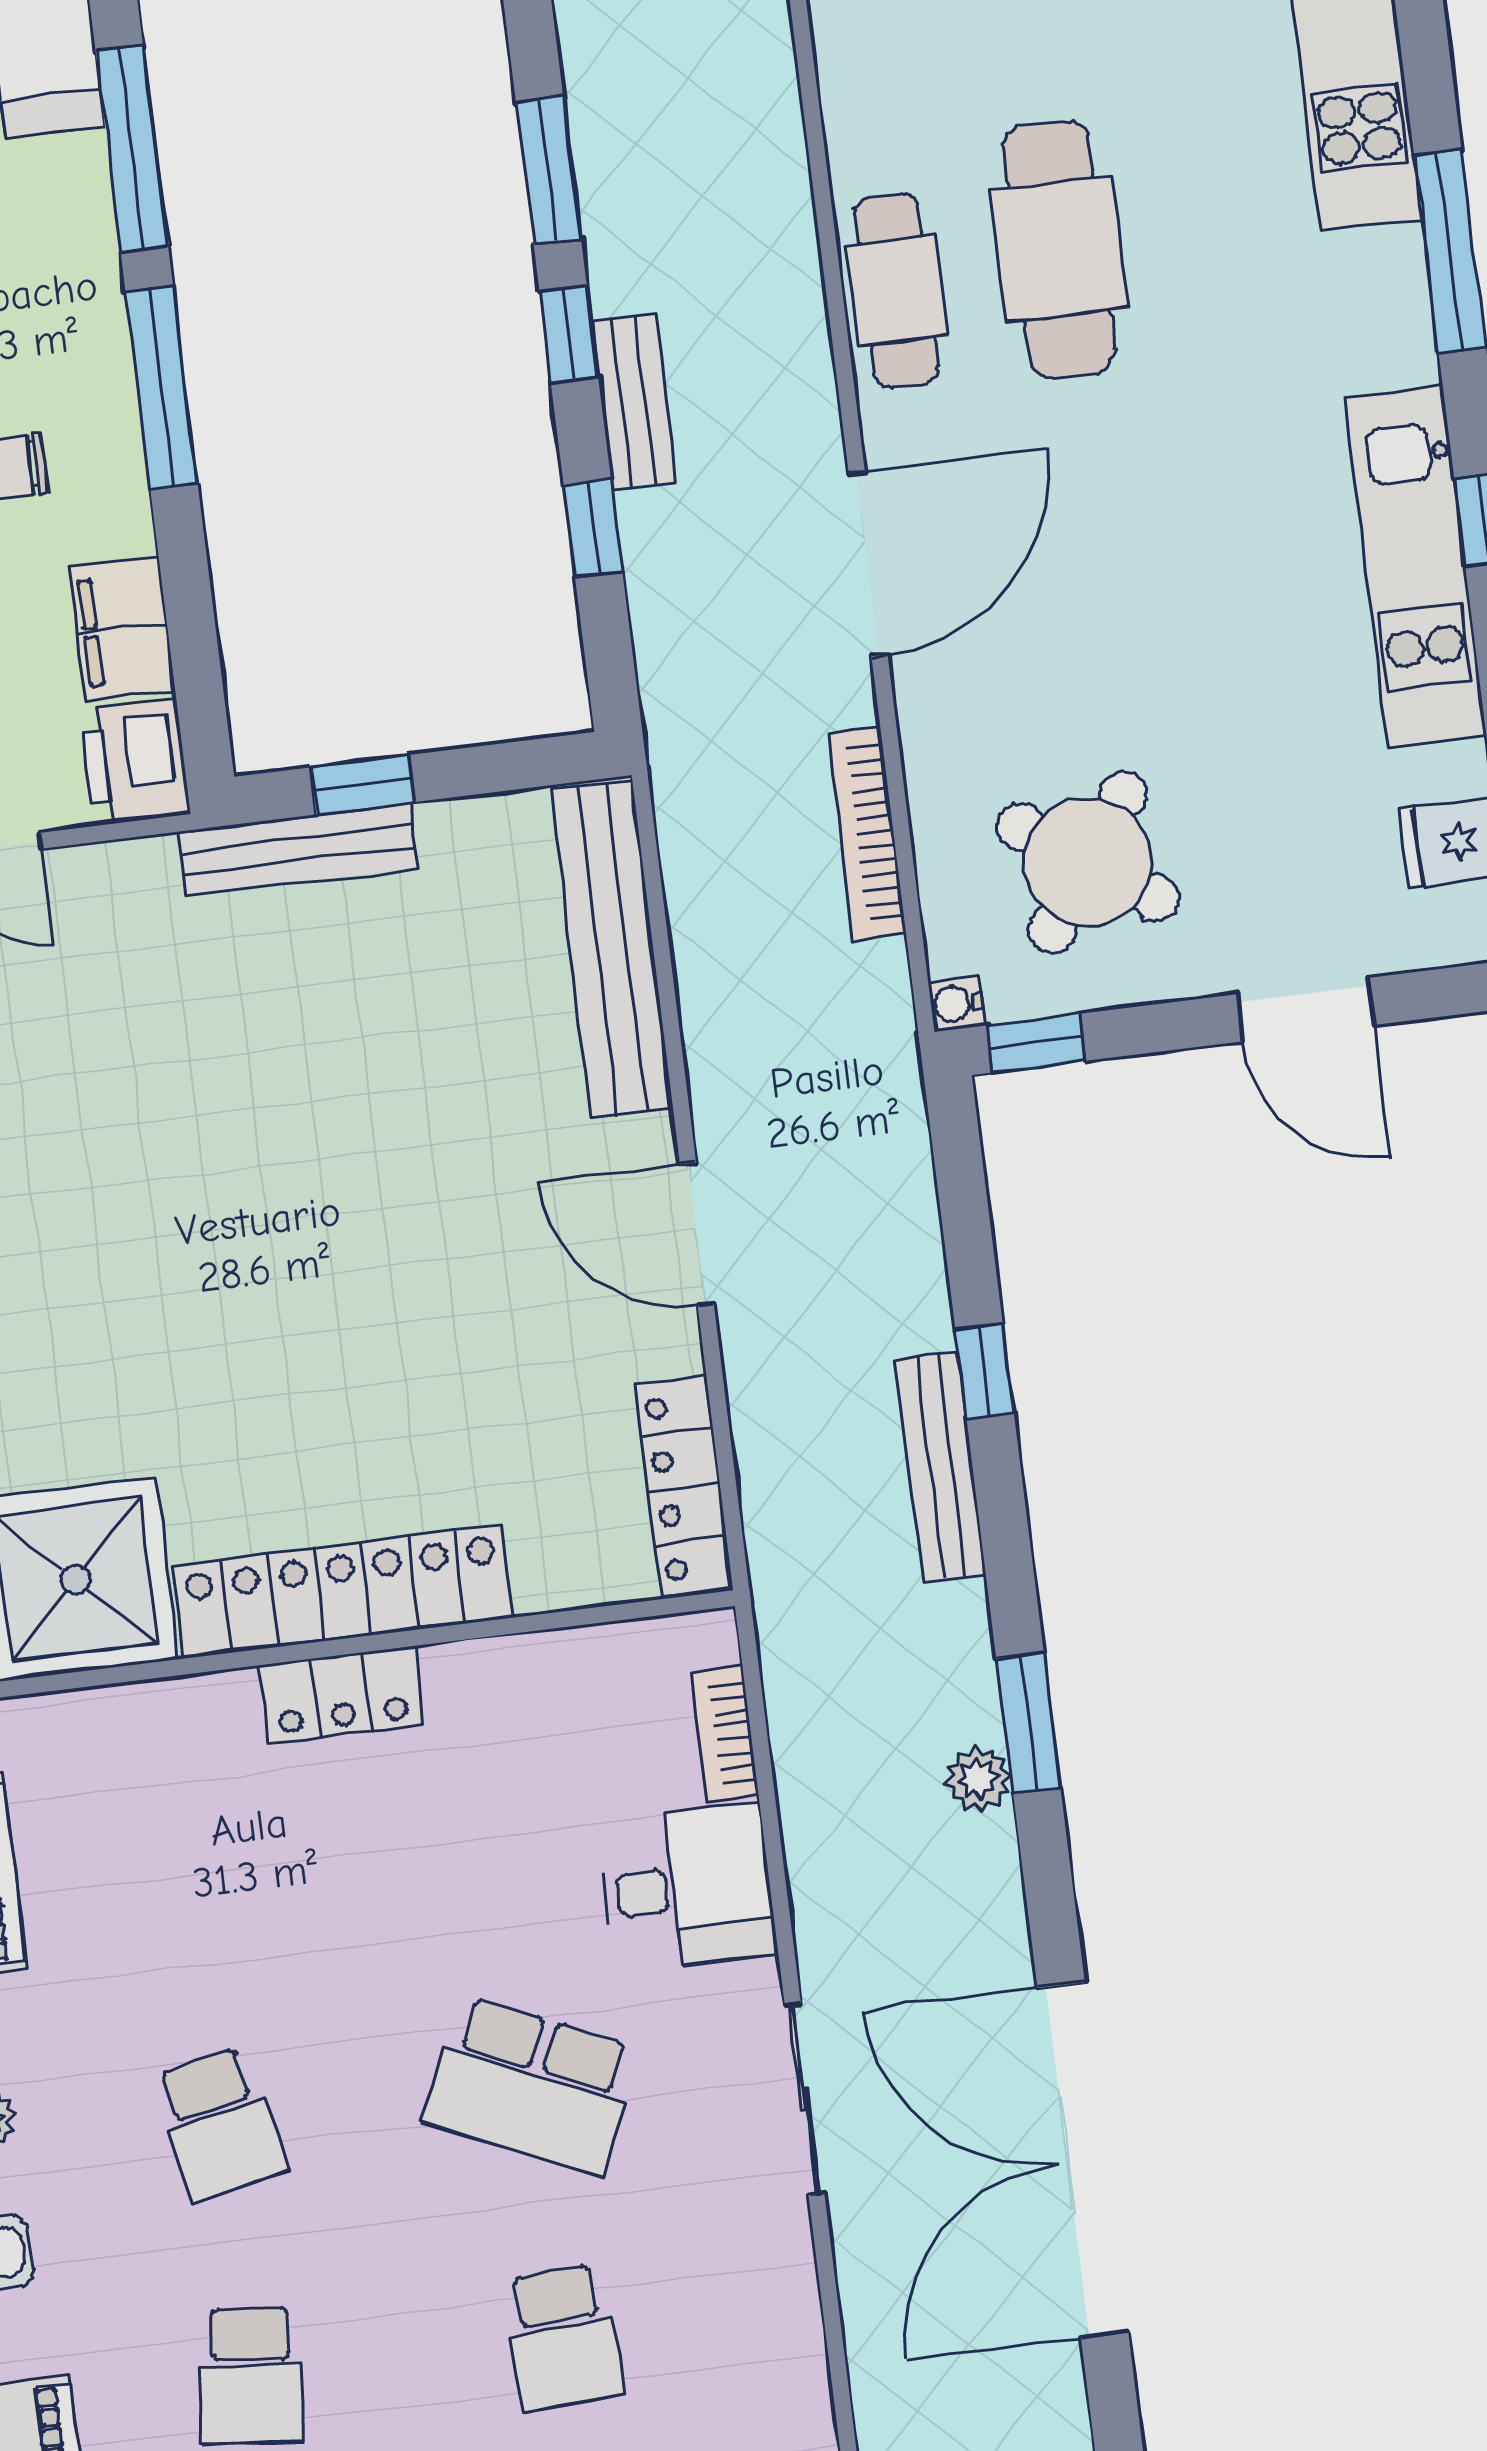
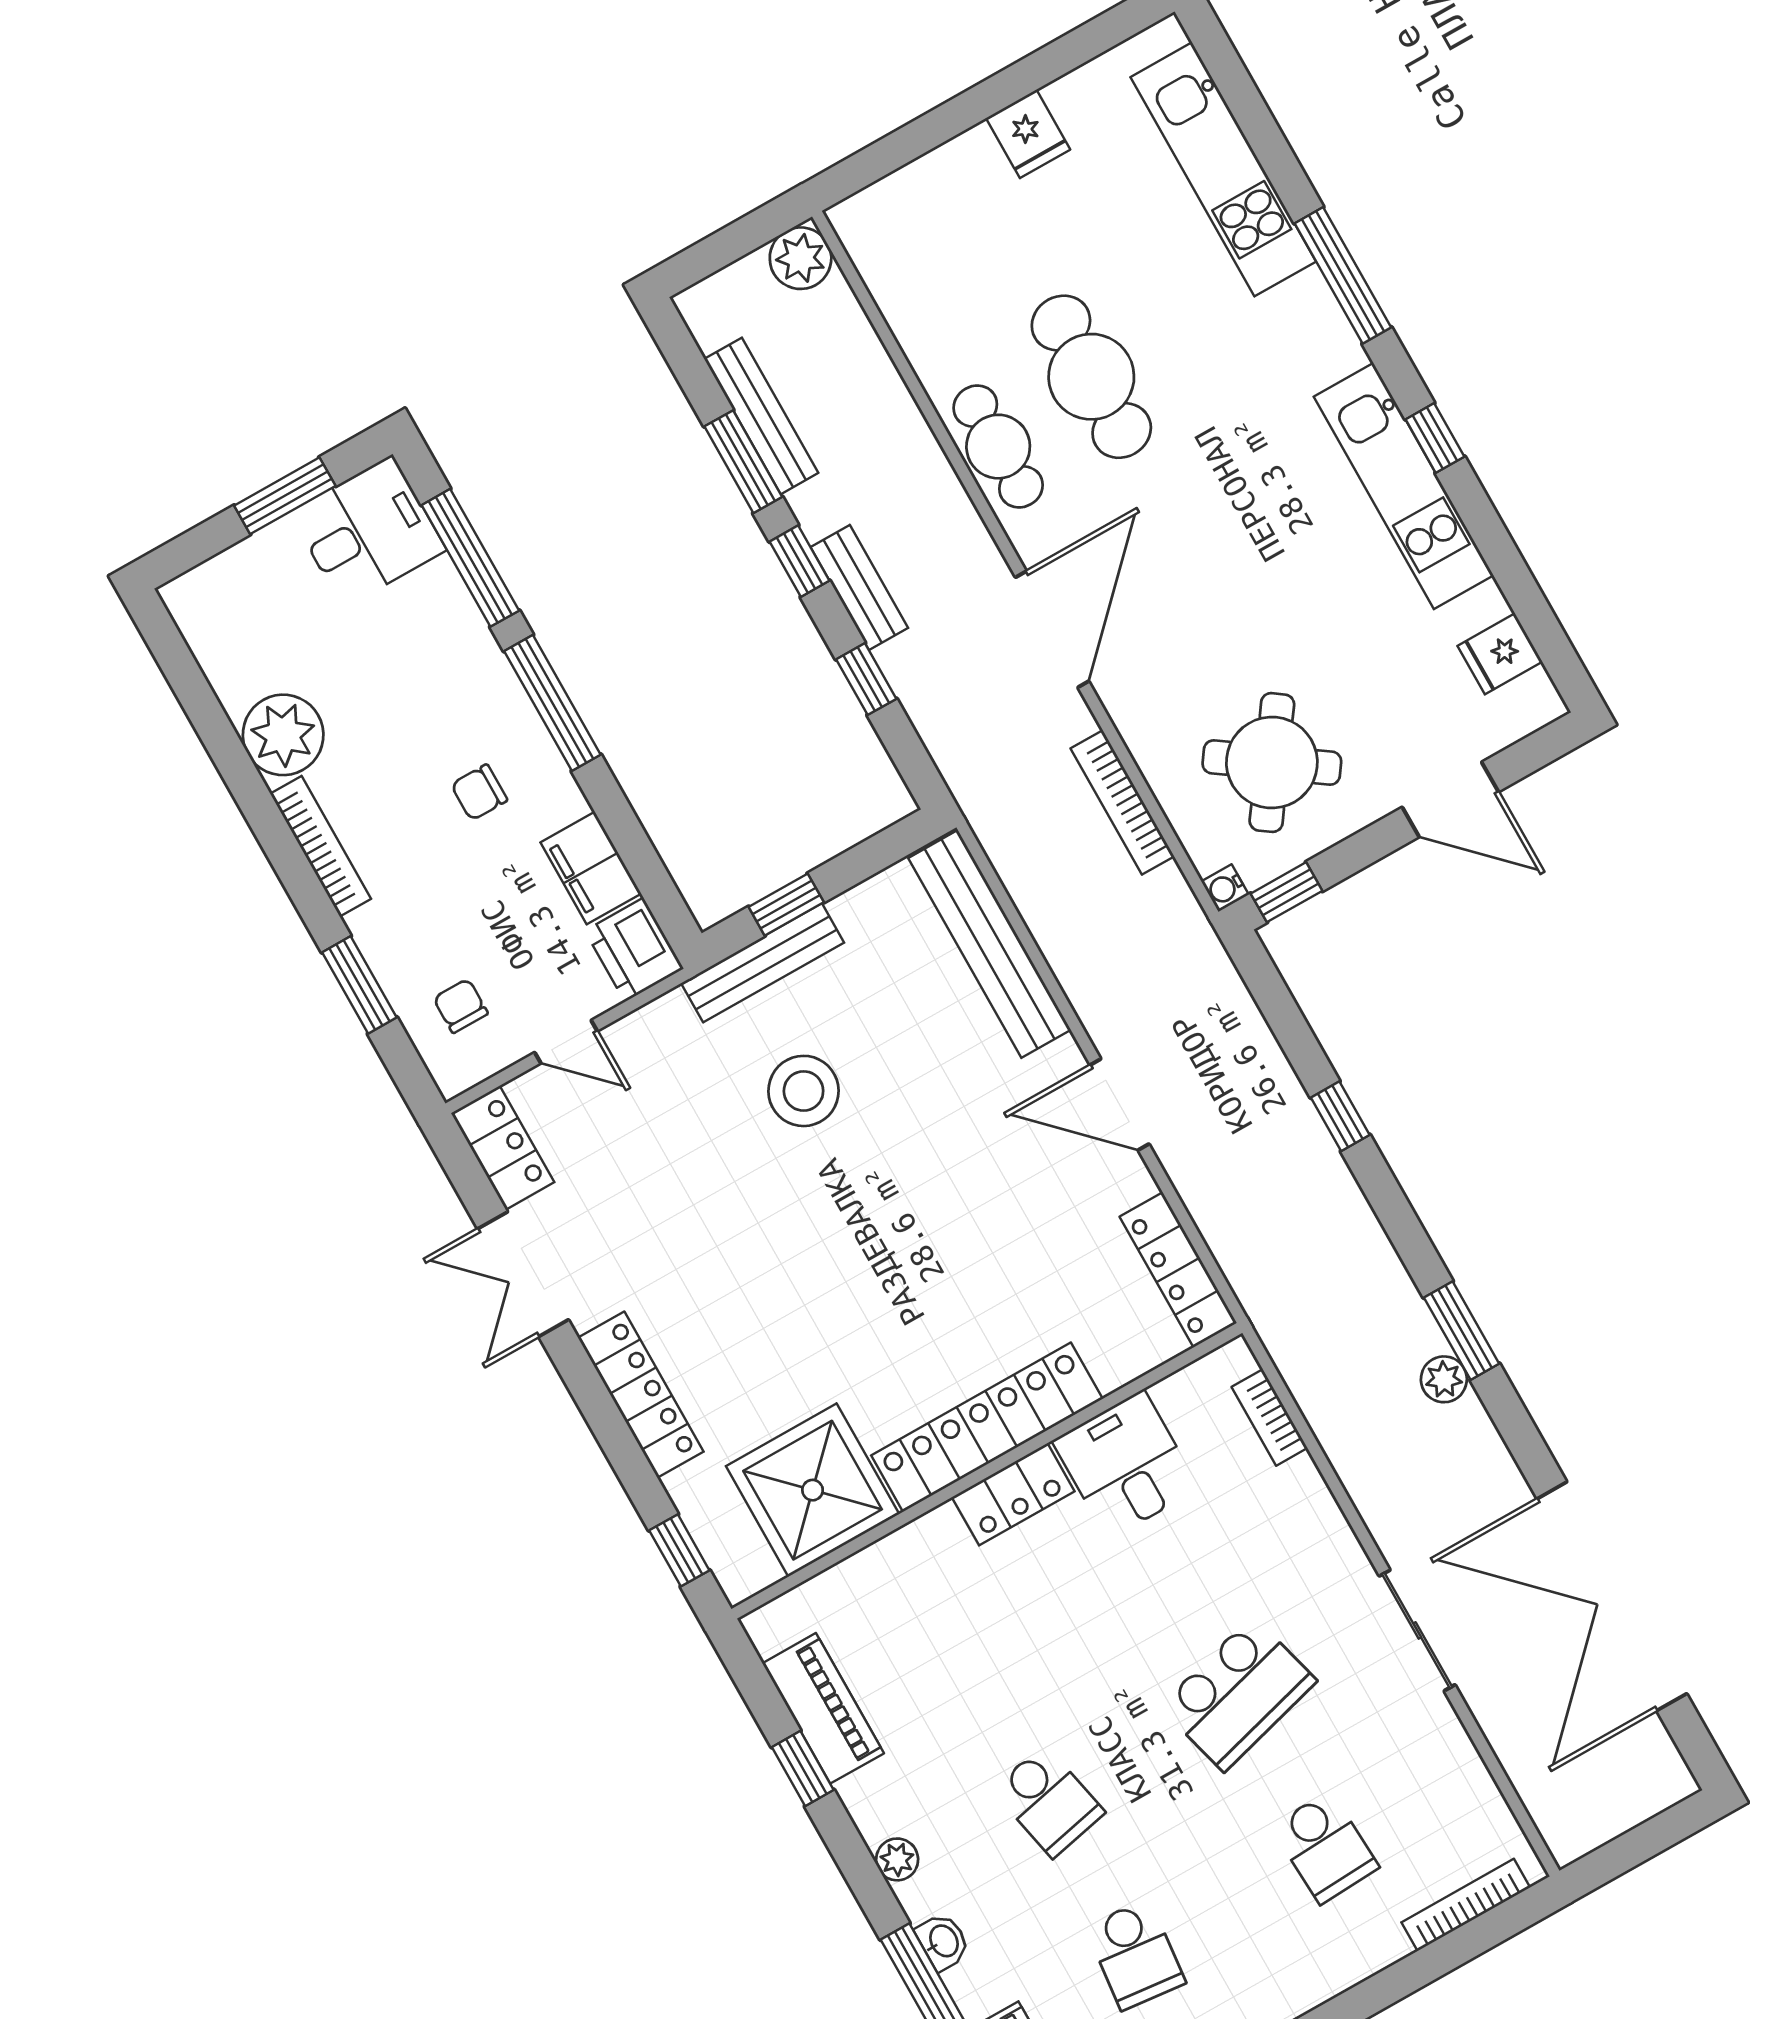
stool: (283, 1043) -> (804, 1091), added
bench: (941, 1467) -> (761, 416), moved
desk: (687, 1888) -> (1126, 1465), moved, turned -90
school desk: (531, 2085) -> (1238, 1694), turned -39

